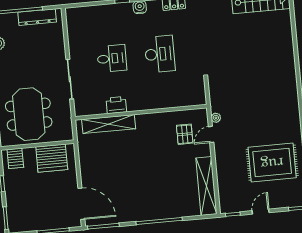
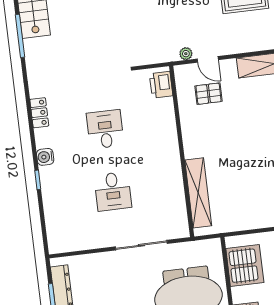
desk: (160, 54) -> (105, 129), width x0.73
desk: (112, 58) -> (113, 191), turned 180
printer: (116, 105) -> (161, 85), moved

